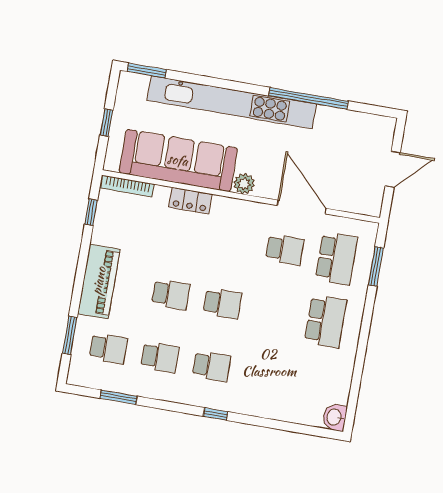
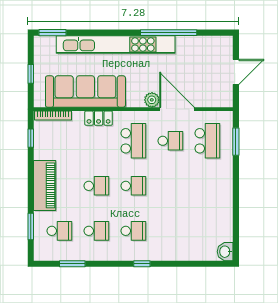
plant: (244, 184) -> (152, 100), moved
school desk: (326, 321) -> (133, 141), moved

